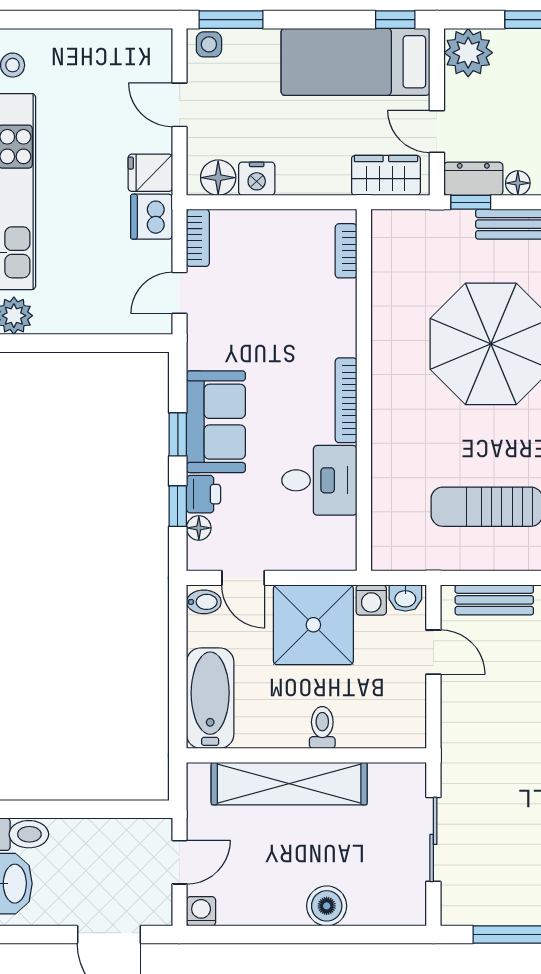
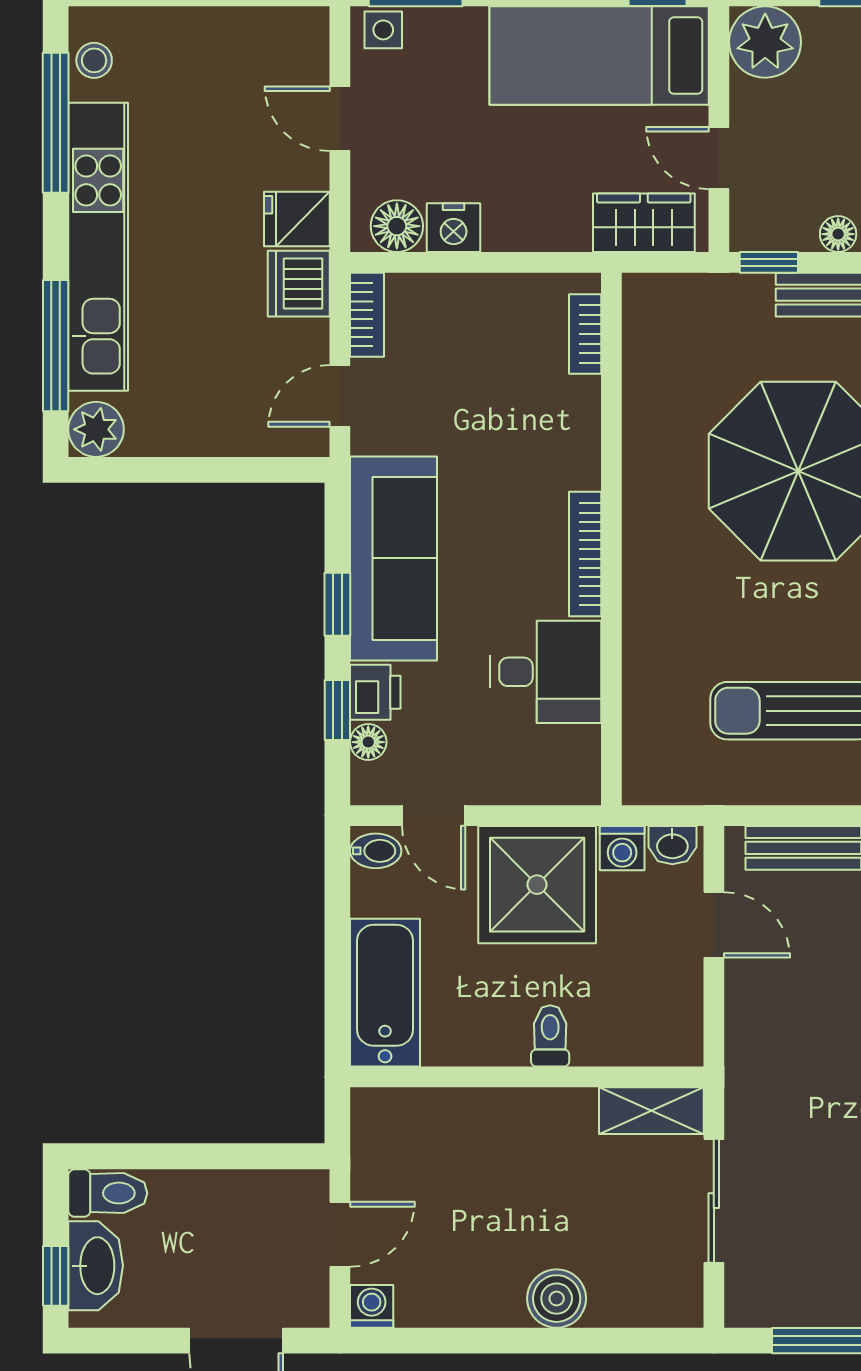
dresser: (473, 179) -> (773, 228), removed
sofa: (216, 422) -> (393, 558), width x1.36
shelving: (289, 784) -> (651, 1111), moved, width x0.45, depth x0.75

